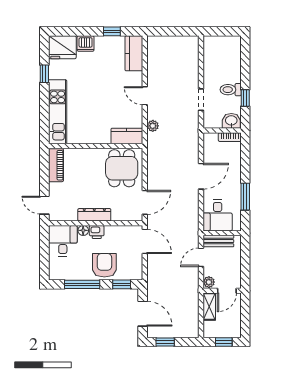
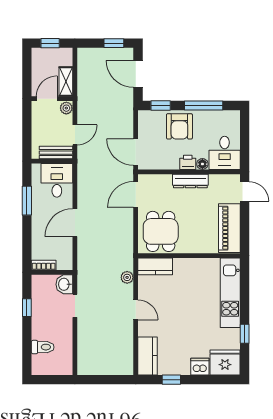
toilet: (231, 90) -> (43, 347), moved
washbasin: (231, 121) -> (64, 284), moved, turned 90
piano: (56, 165) -> (229, 228), width x1.37, depth x1.33

